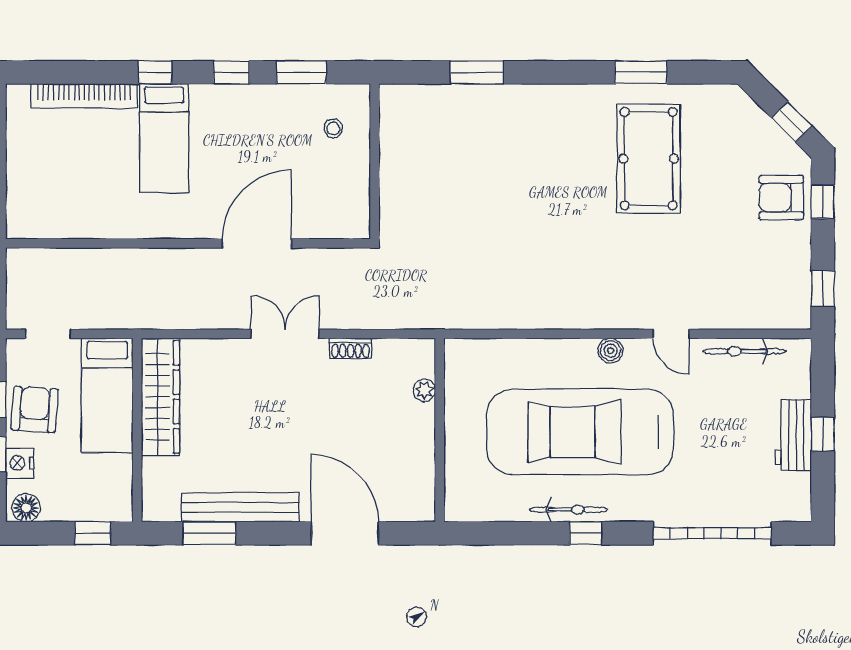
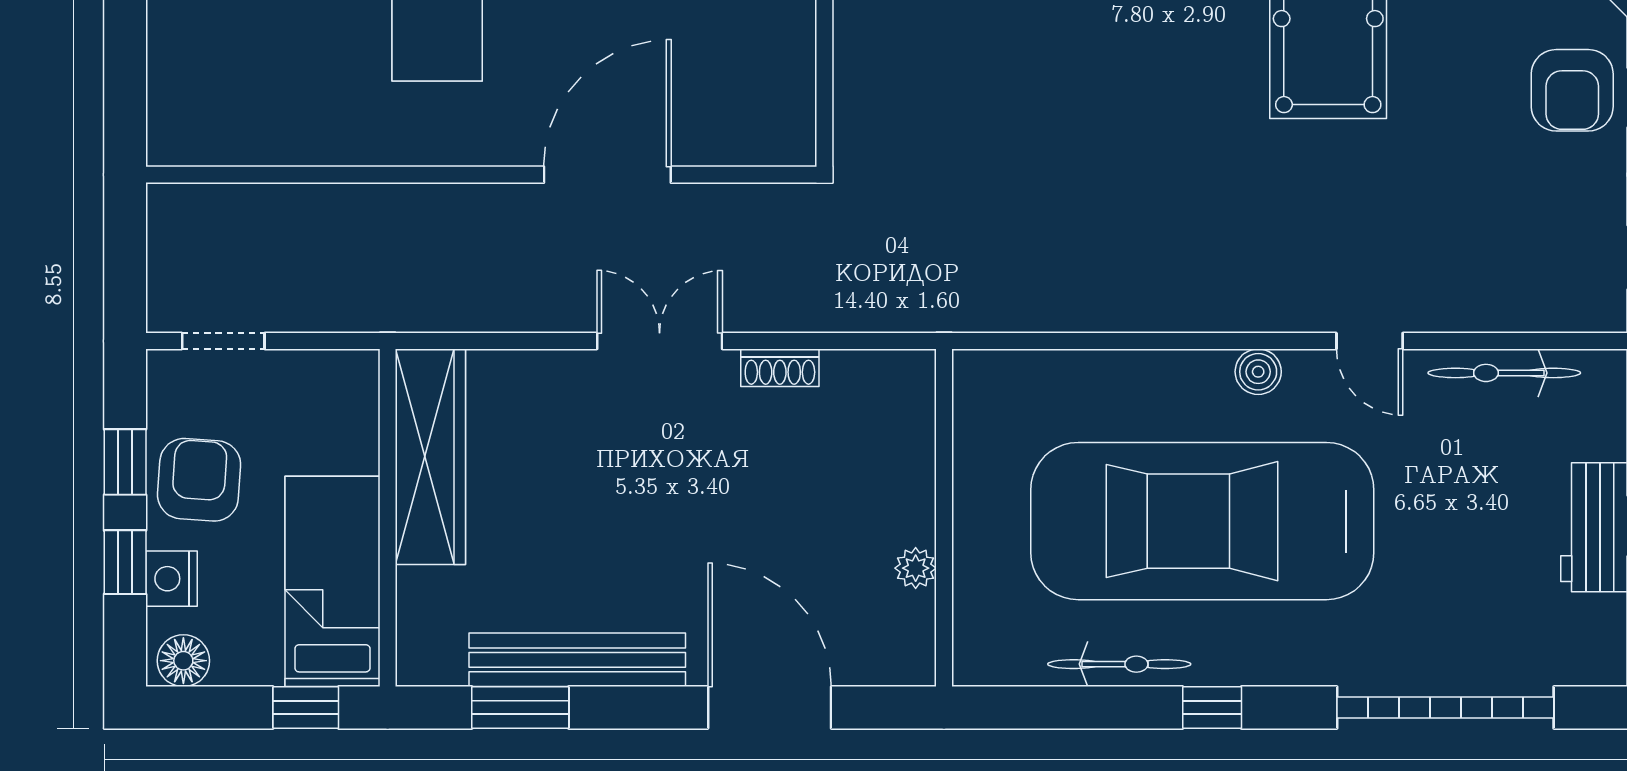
armchair: (781, 198) -> (1572, 90), turned -90
plant: (424, 390) -> (916, 568), moved
bed: (107, 395) -> (332, 581), moved, turned 180
bicycle: (568, 510) -> (1119, 664), moved

